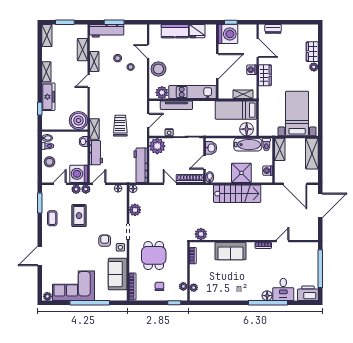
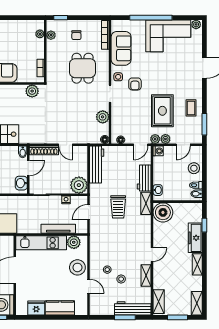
shelving: (83, 50) -> (159, 302), moved
washing machine: (79, 174) -> (158, 151), width x0.53, depth x0.53
rug: (79, 216) -> (162, 111), width x1.36, depth x1.43

